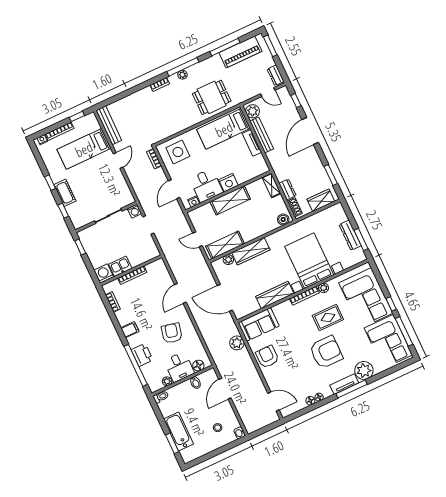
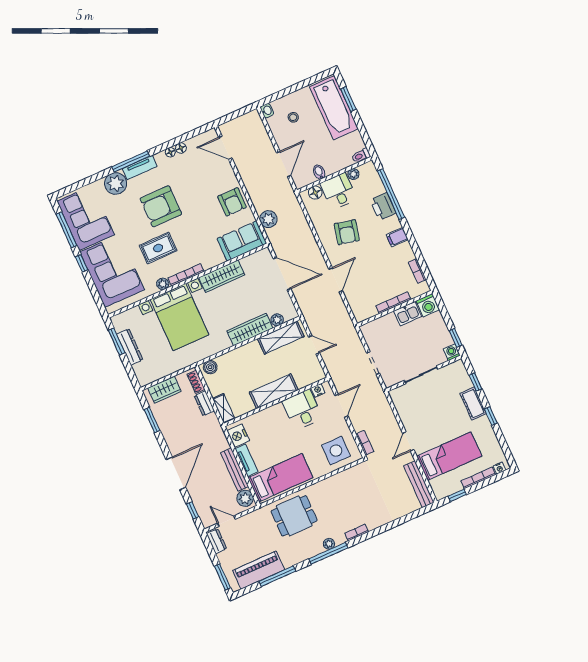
nightstand: (228, 183) -> (238, 436), moved, turned -90
washing machine: (134, 211) -> (452, 352), moved
bathtub: (179, 431) -> (334, 108), width x1.36, depth x1.36

